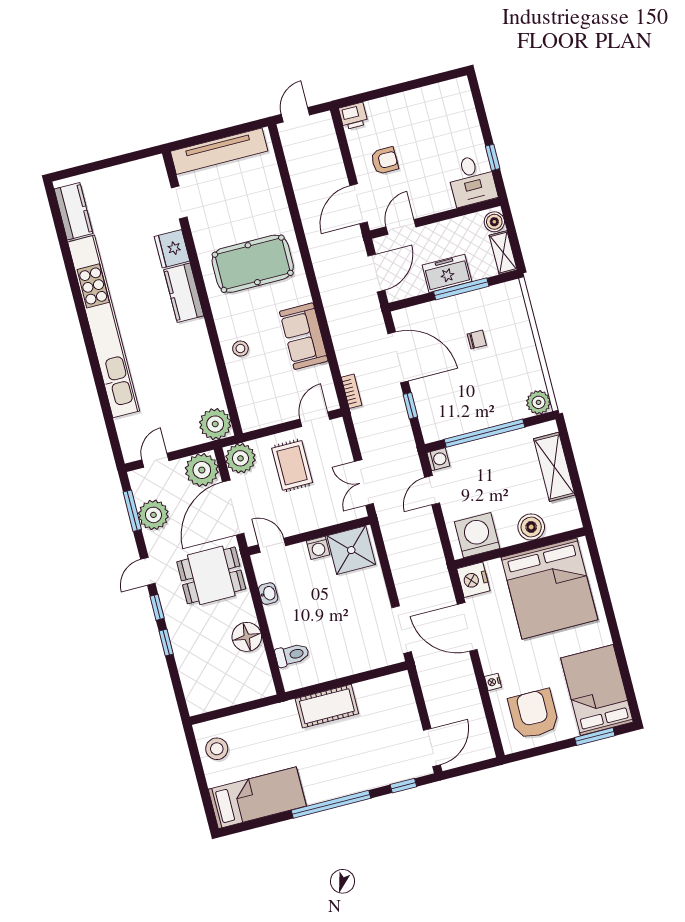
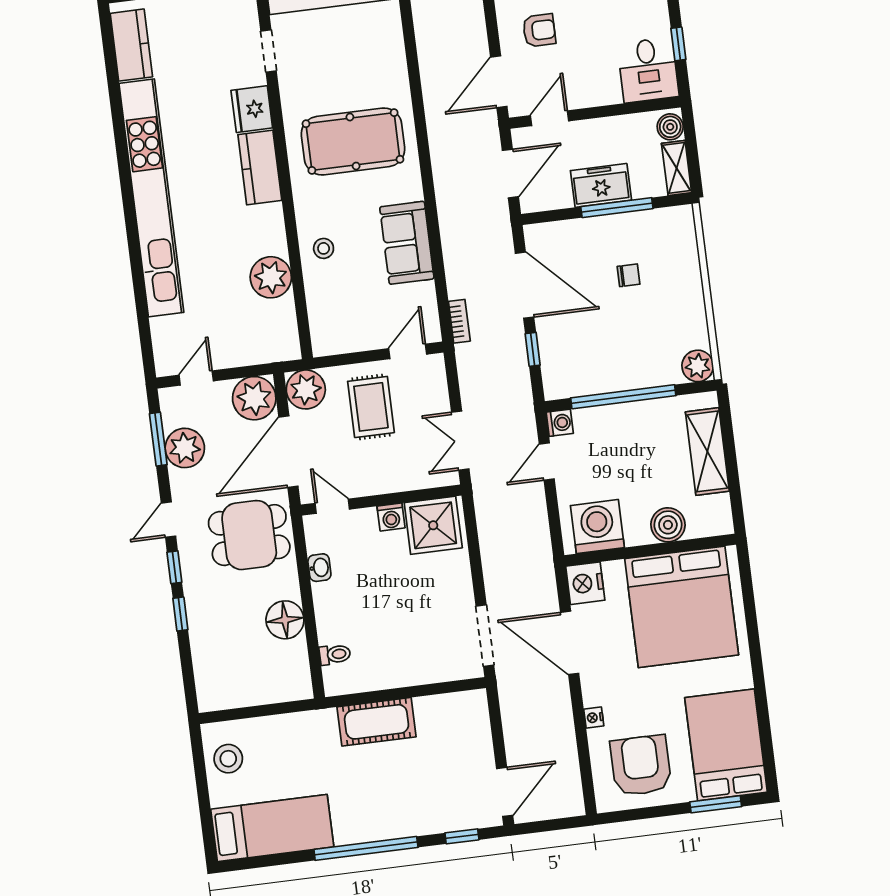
plant: (215, 424) -> (271, 277), moved
toilet: (292, 655) -> (335, 654), width x0.73, depth x0.72

